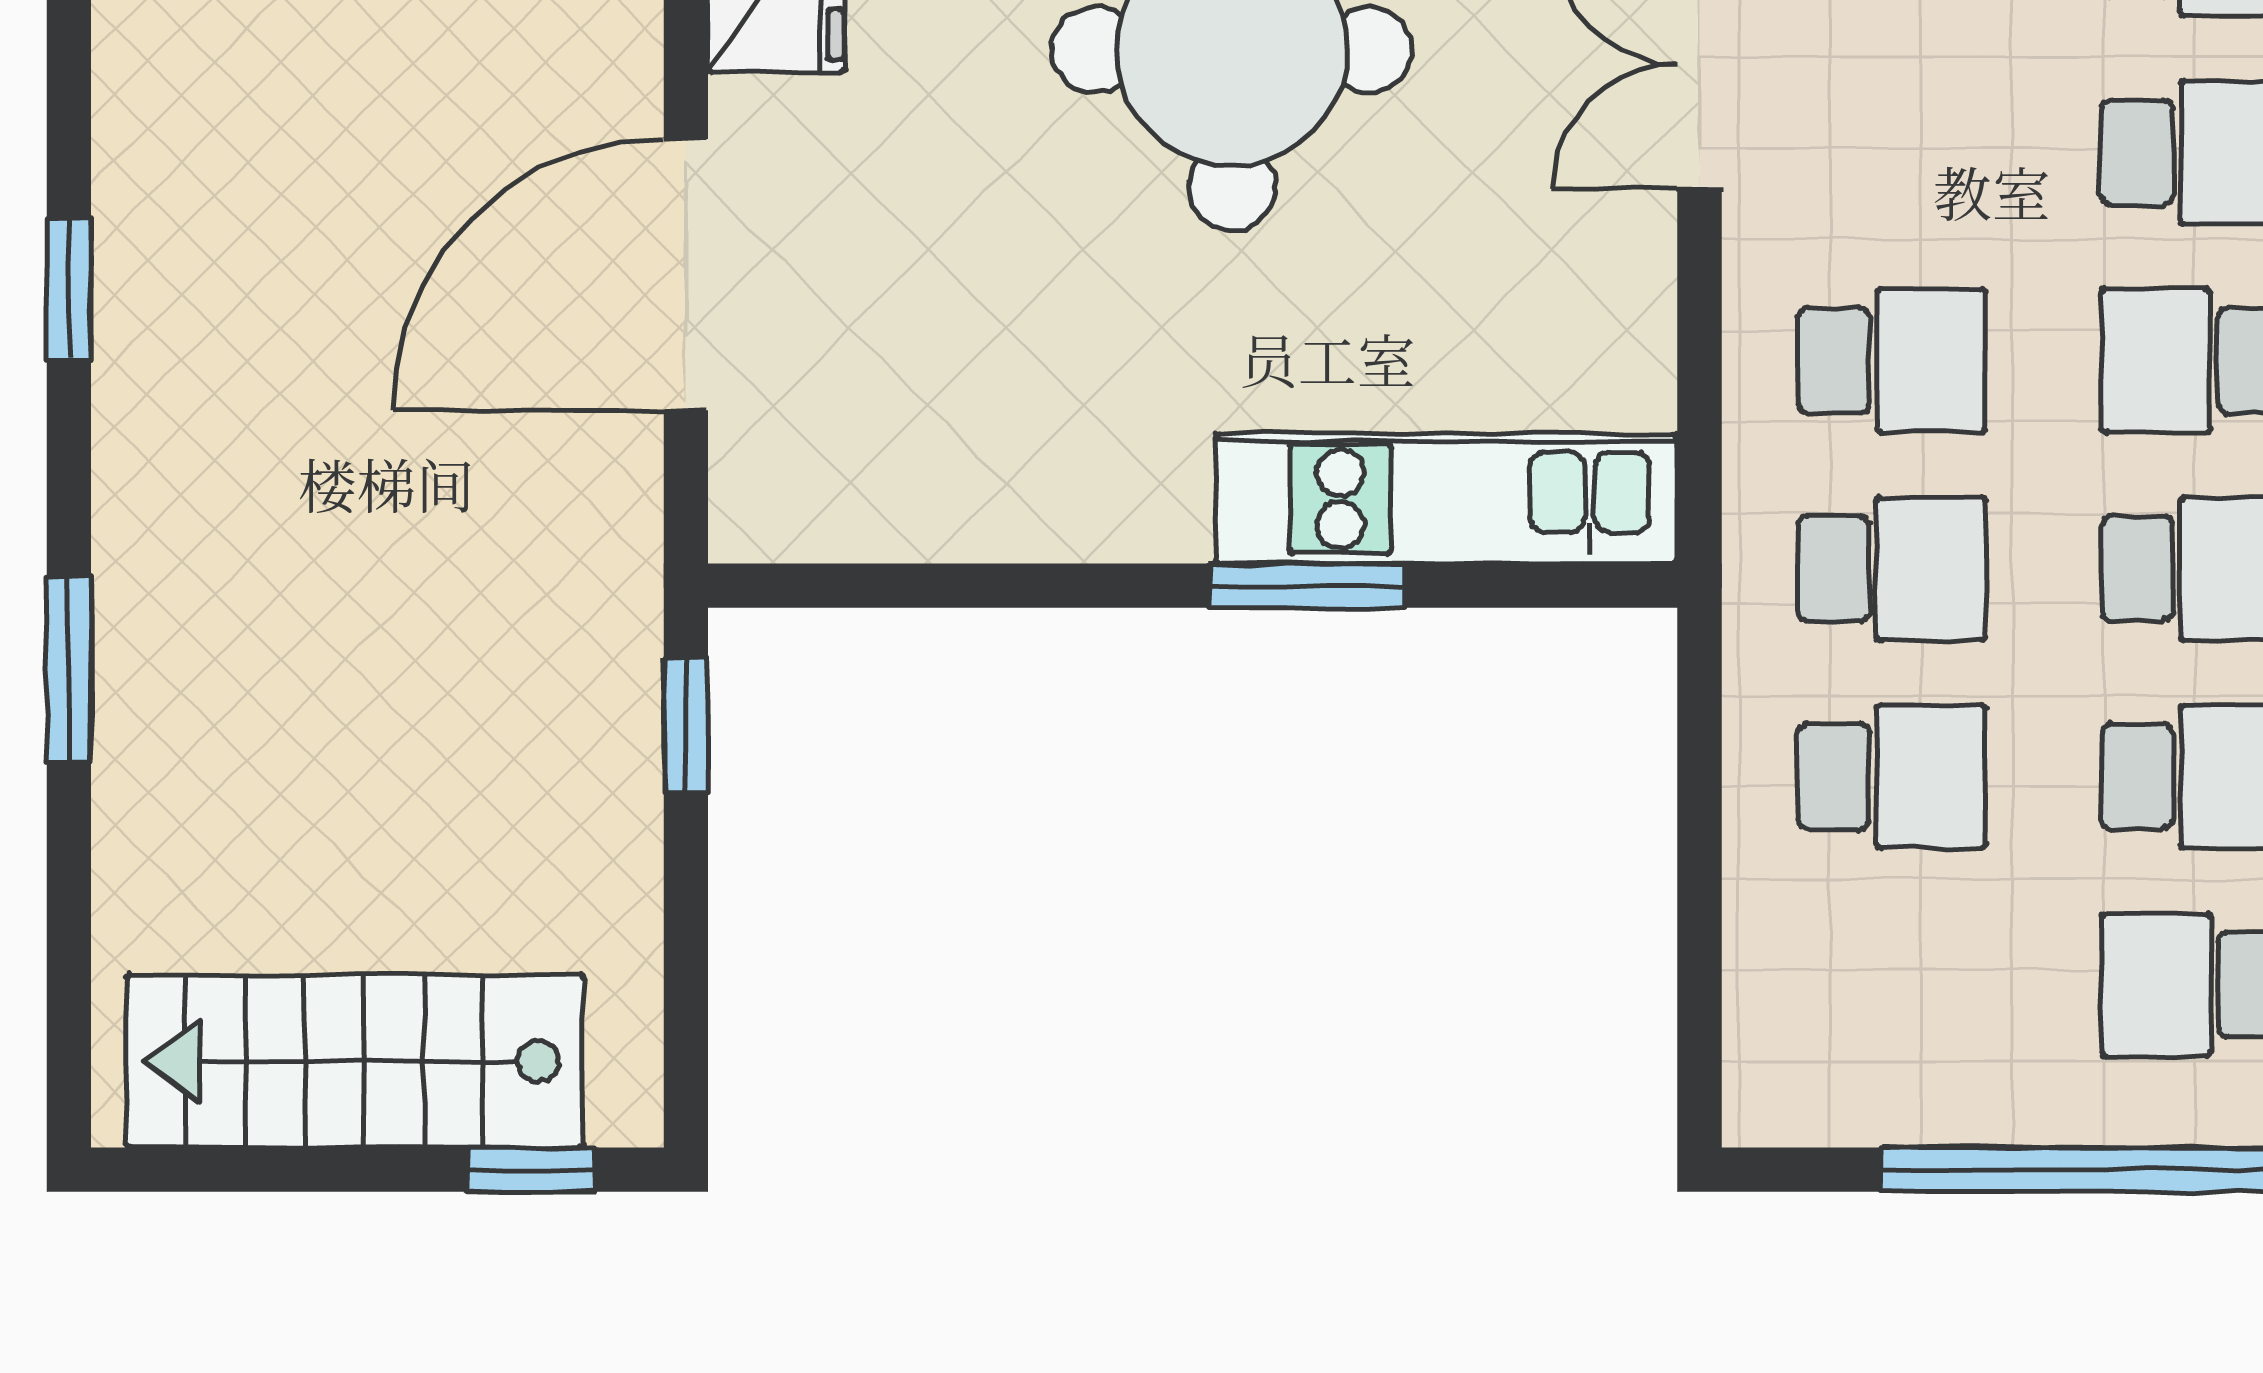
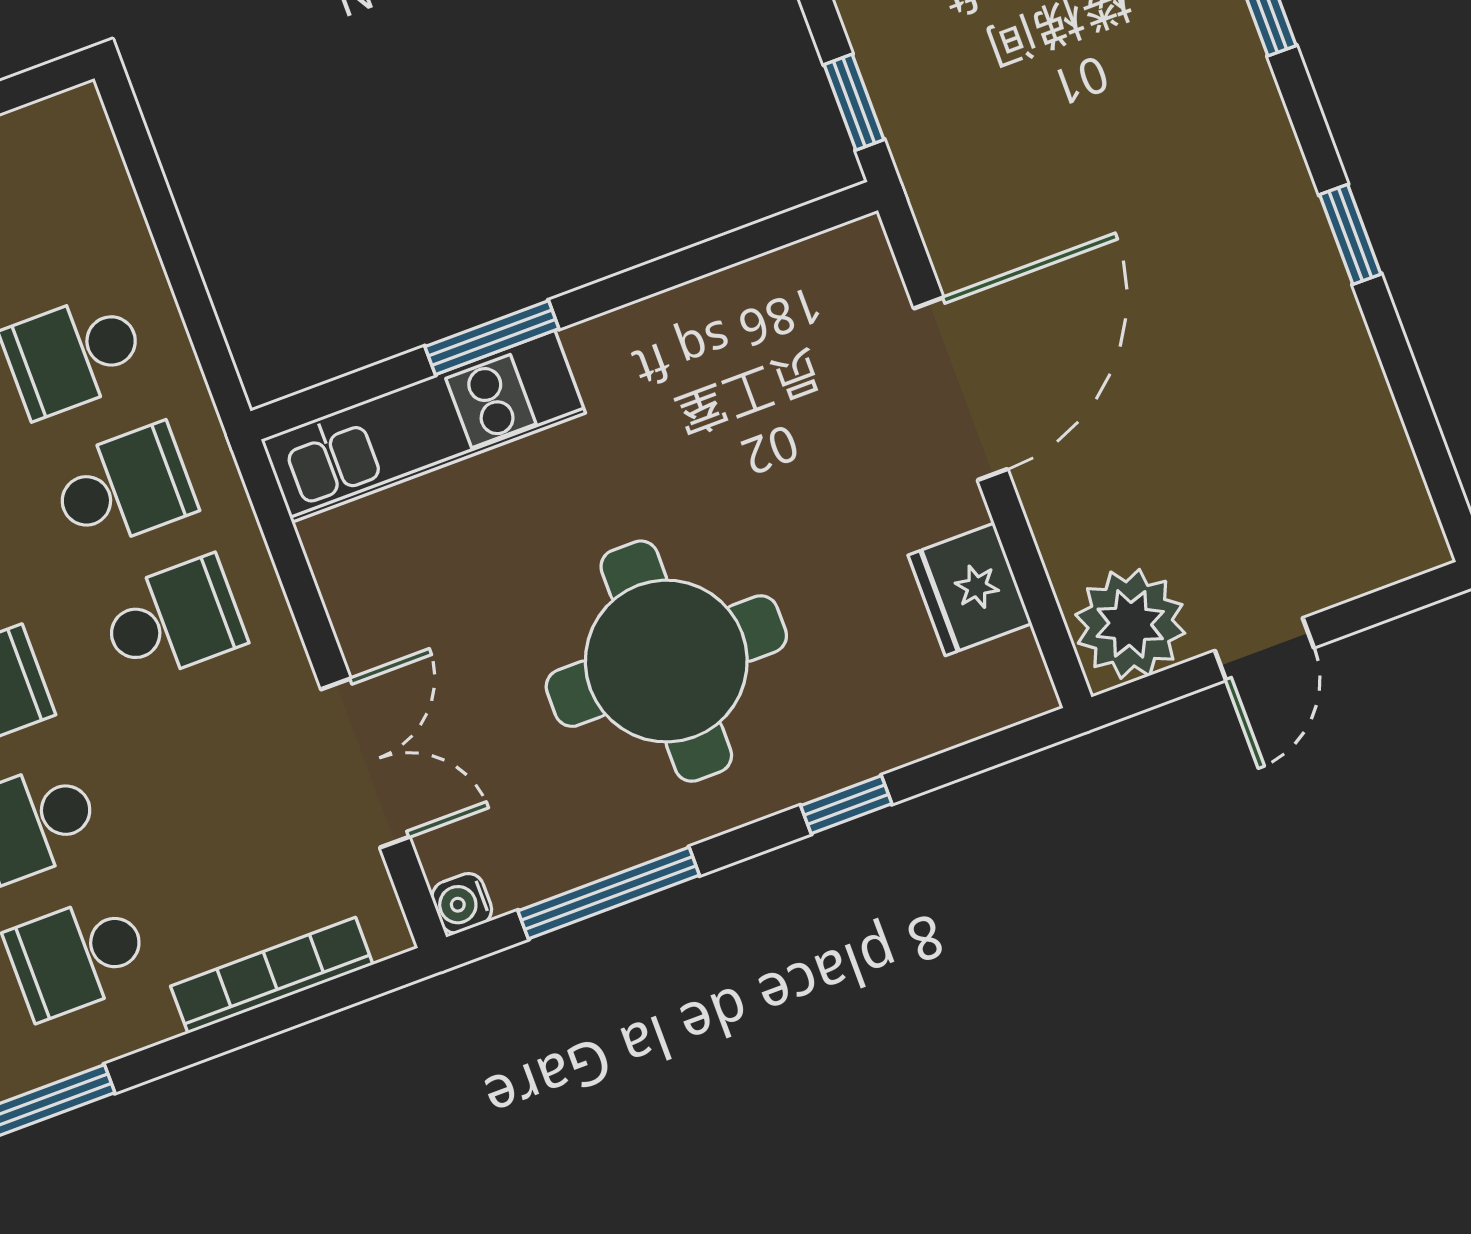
school desk: (1892, 360) -> (173, 620), turned 180
school desk: (1892, 569) -> (123, 487), turned 180

